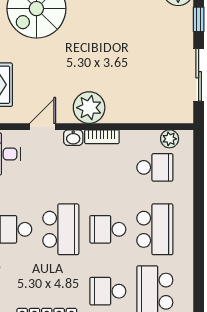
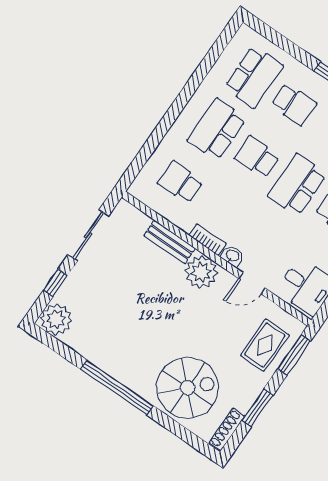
bench: (131, 114) -> (170, 242), added
plant: (170, 139) -> (151, 198), removed
school desk: (108, 229) -> (257, 157), turned 180

